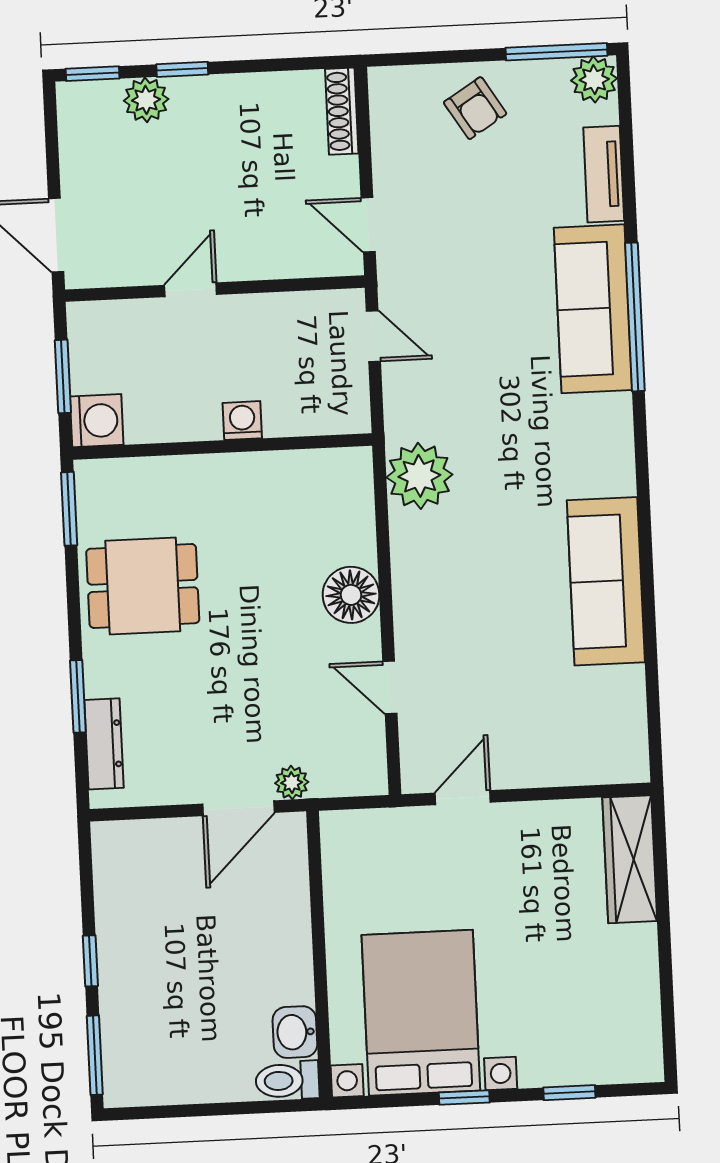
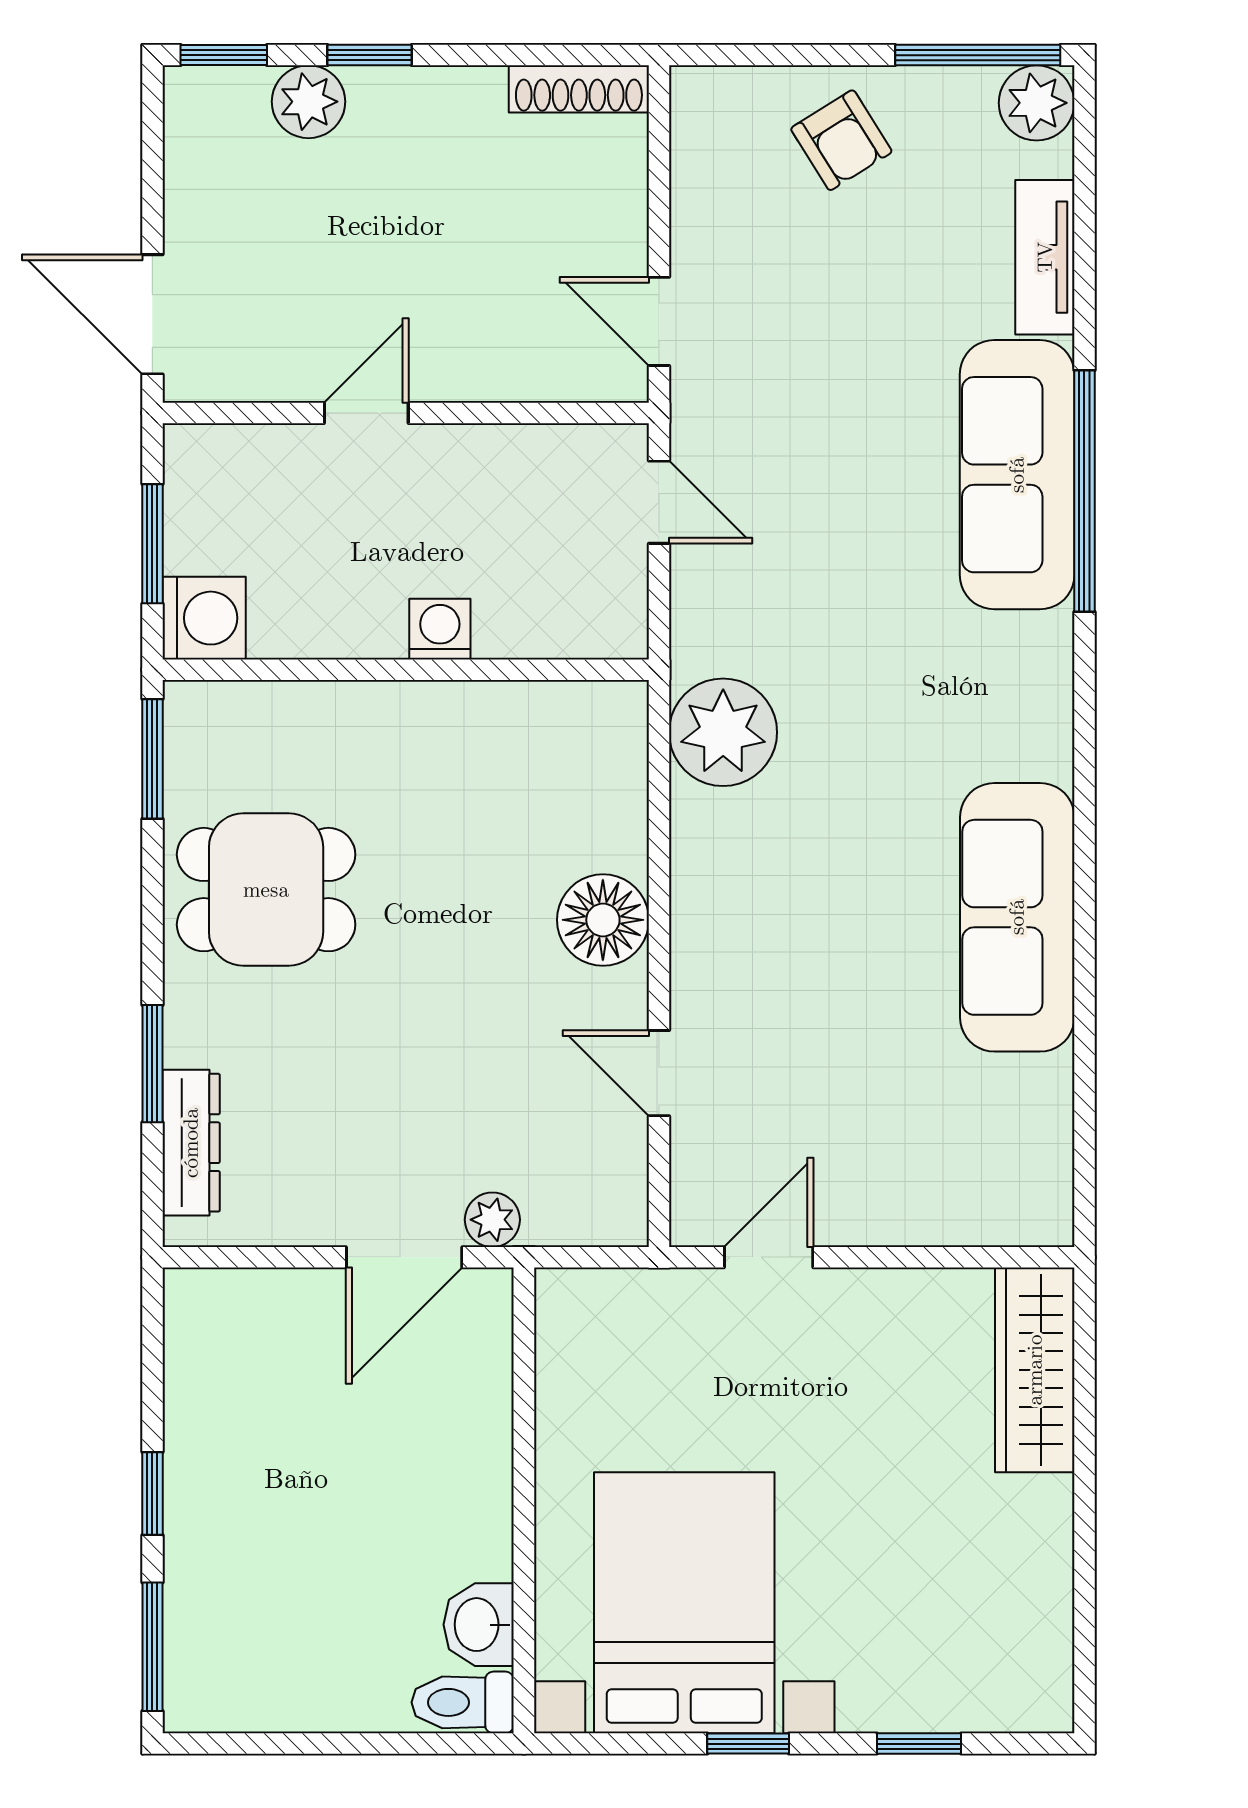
shoe rack: (342, 111) -> (579, 89), moved, turned -90

